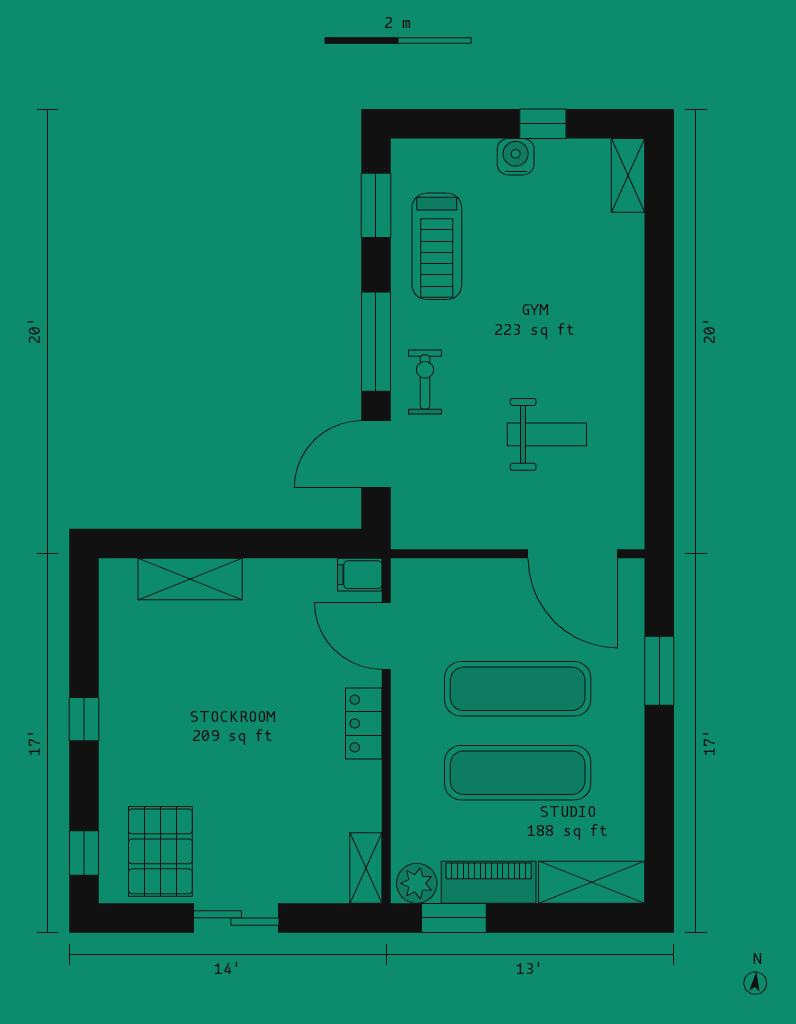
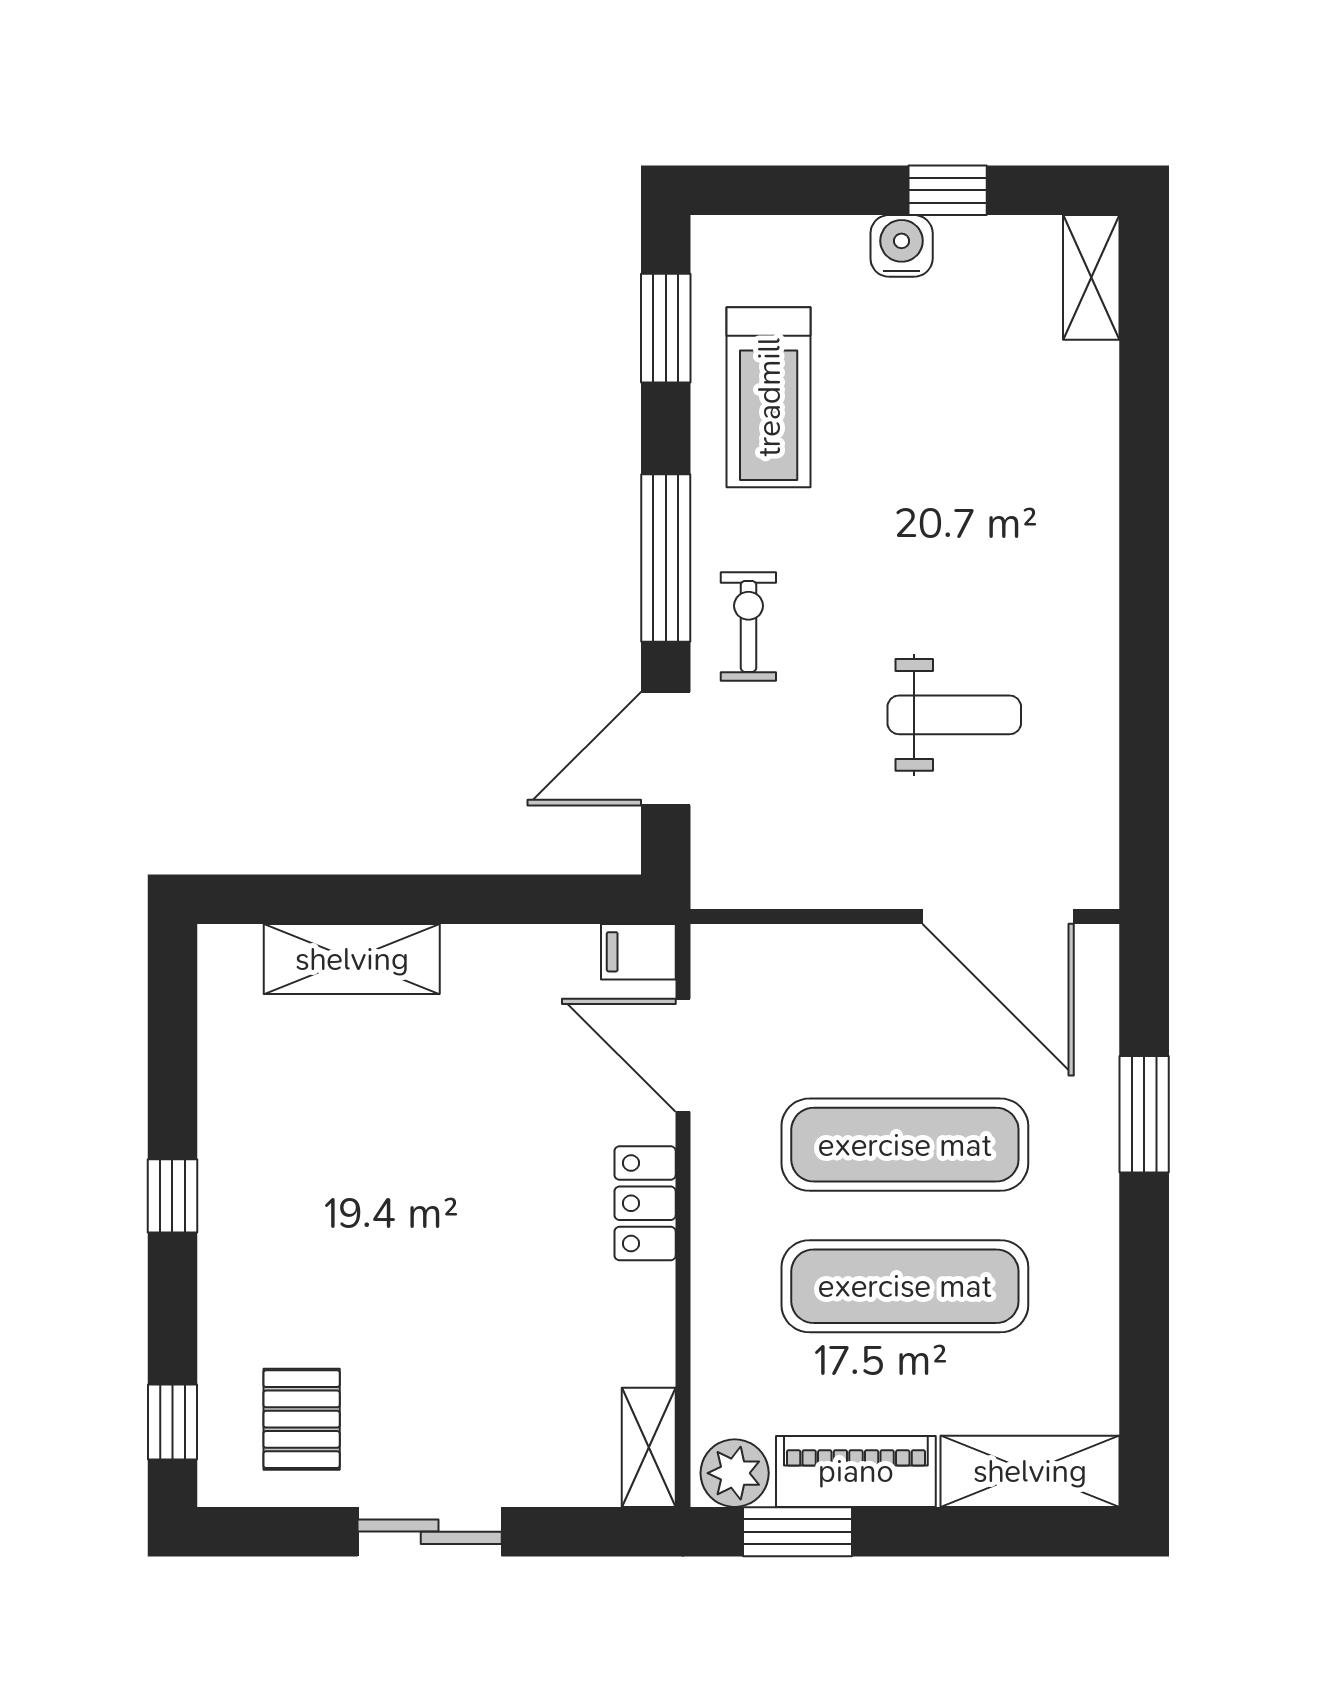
pallet: (160, 851) -> (302, 1419), width x0.67, depth x0.71

